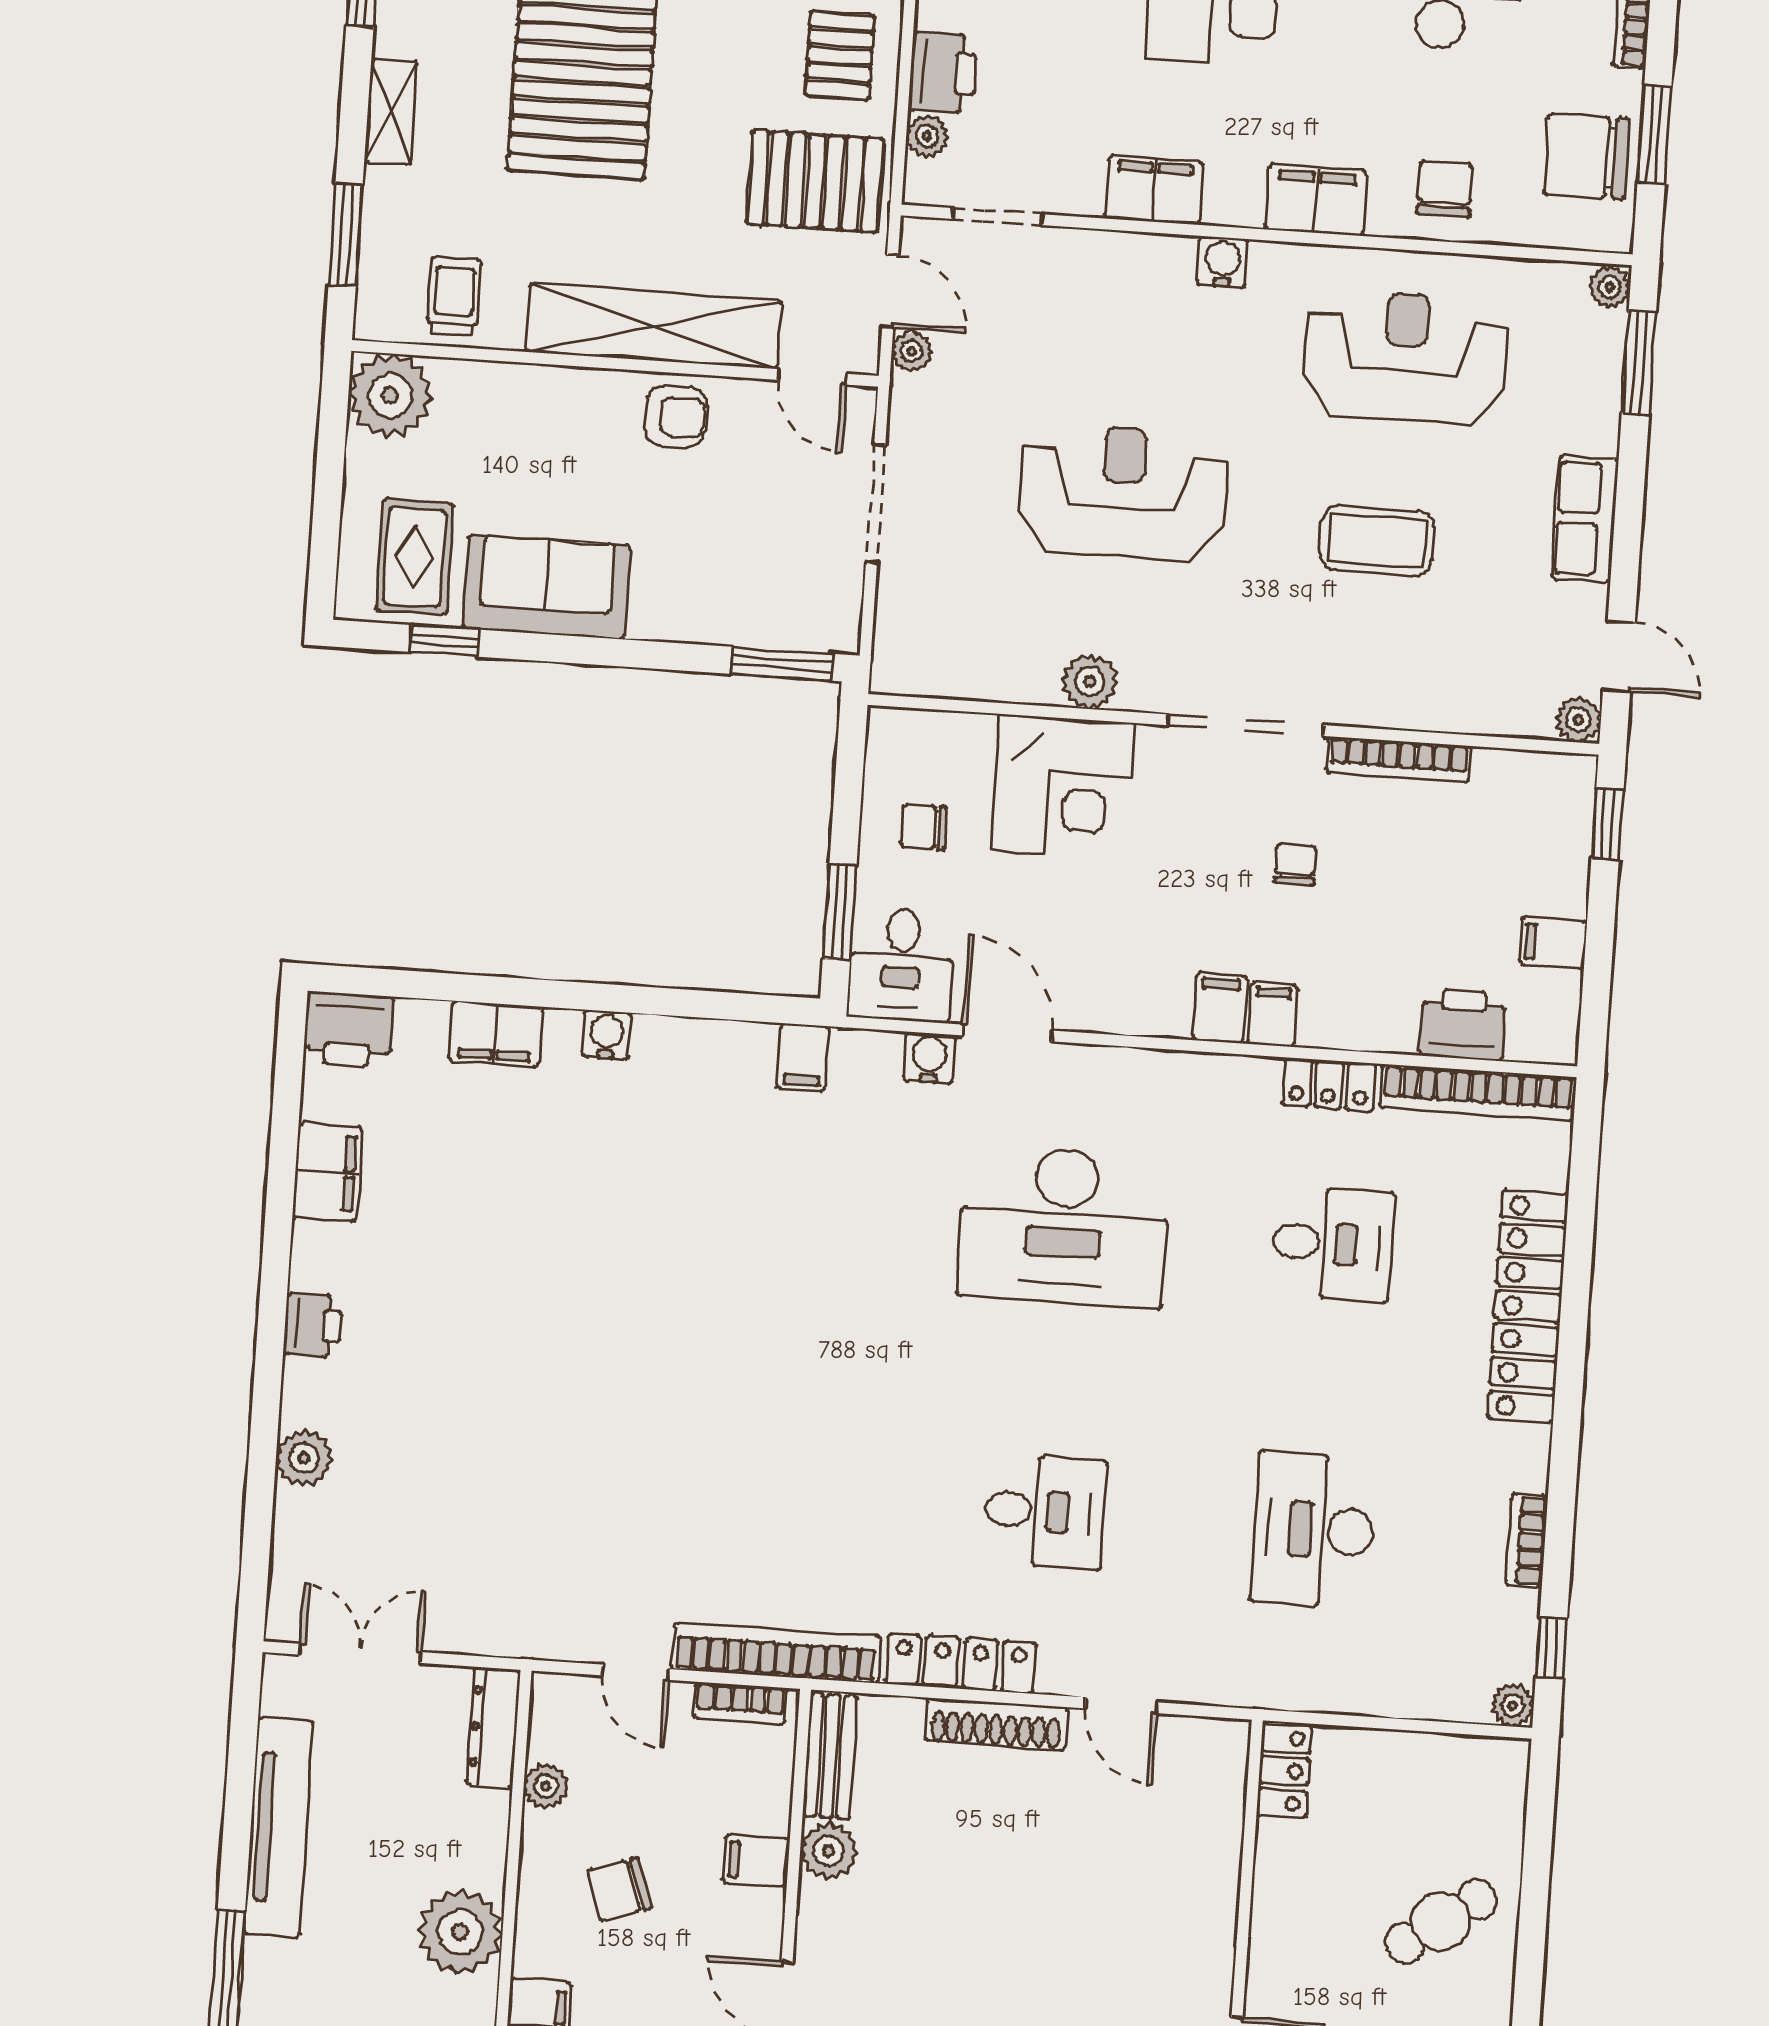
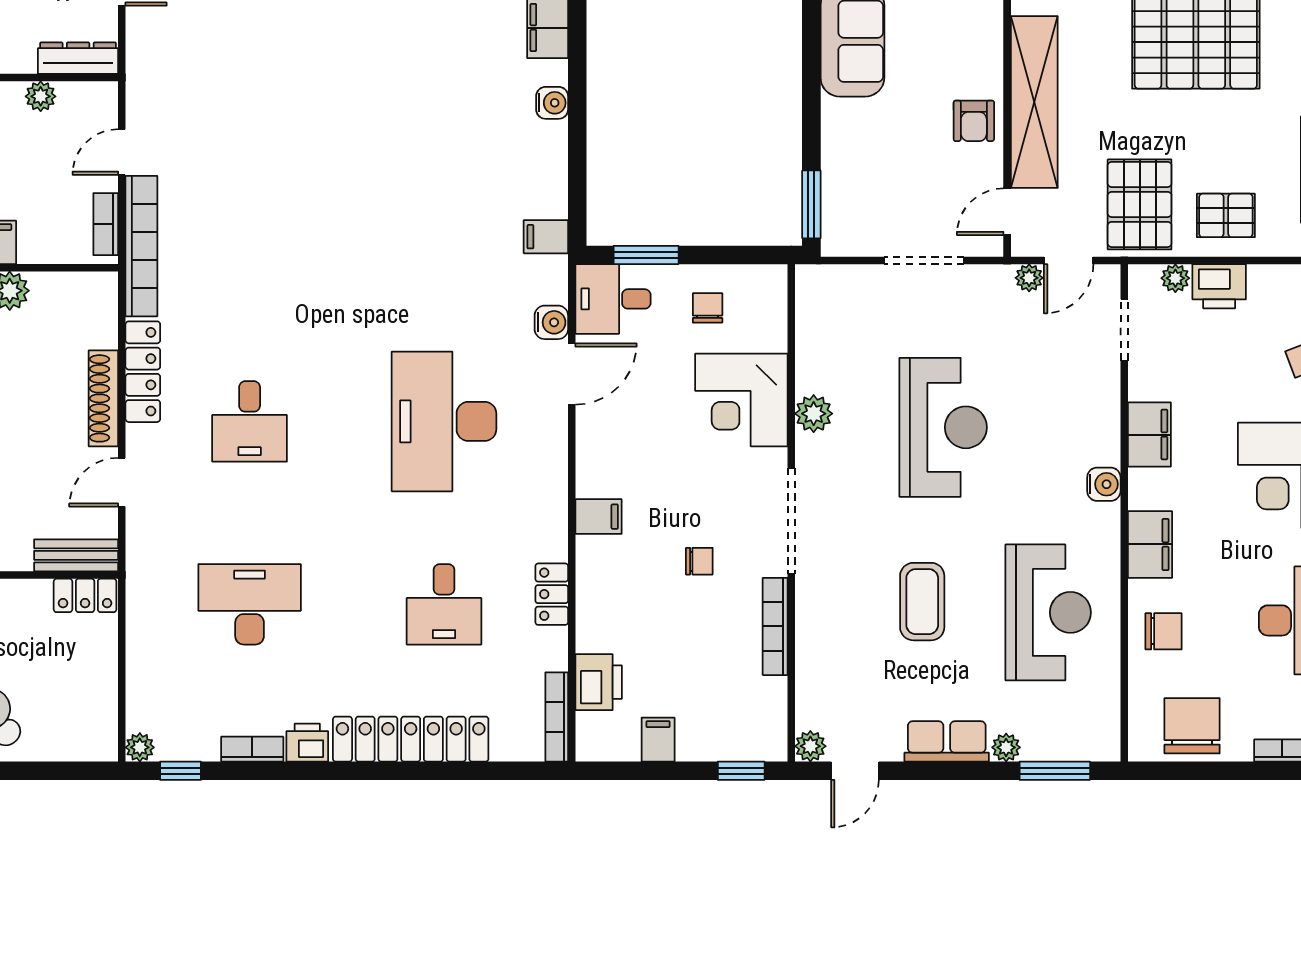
window: (1654, 135) -> (1210, 771), removed
plant: (1610, 287) -> (1006, 747), moved
filing cabinet: (1272, 1014) -> (597, 553), removed
bookcase: (1478, 1093) -> (557, 717), width x0.68, depth x0.76
printer: (1523, 1459) -> (307, 743), added
bench: (830, 1756) -> (76, 555), moved

